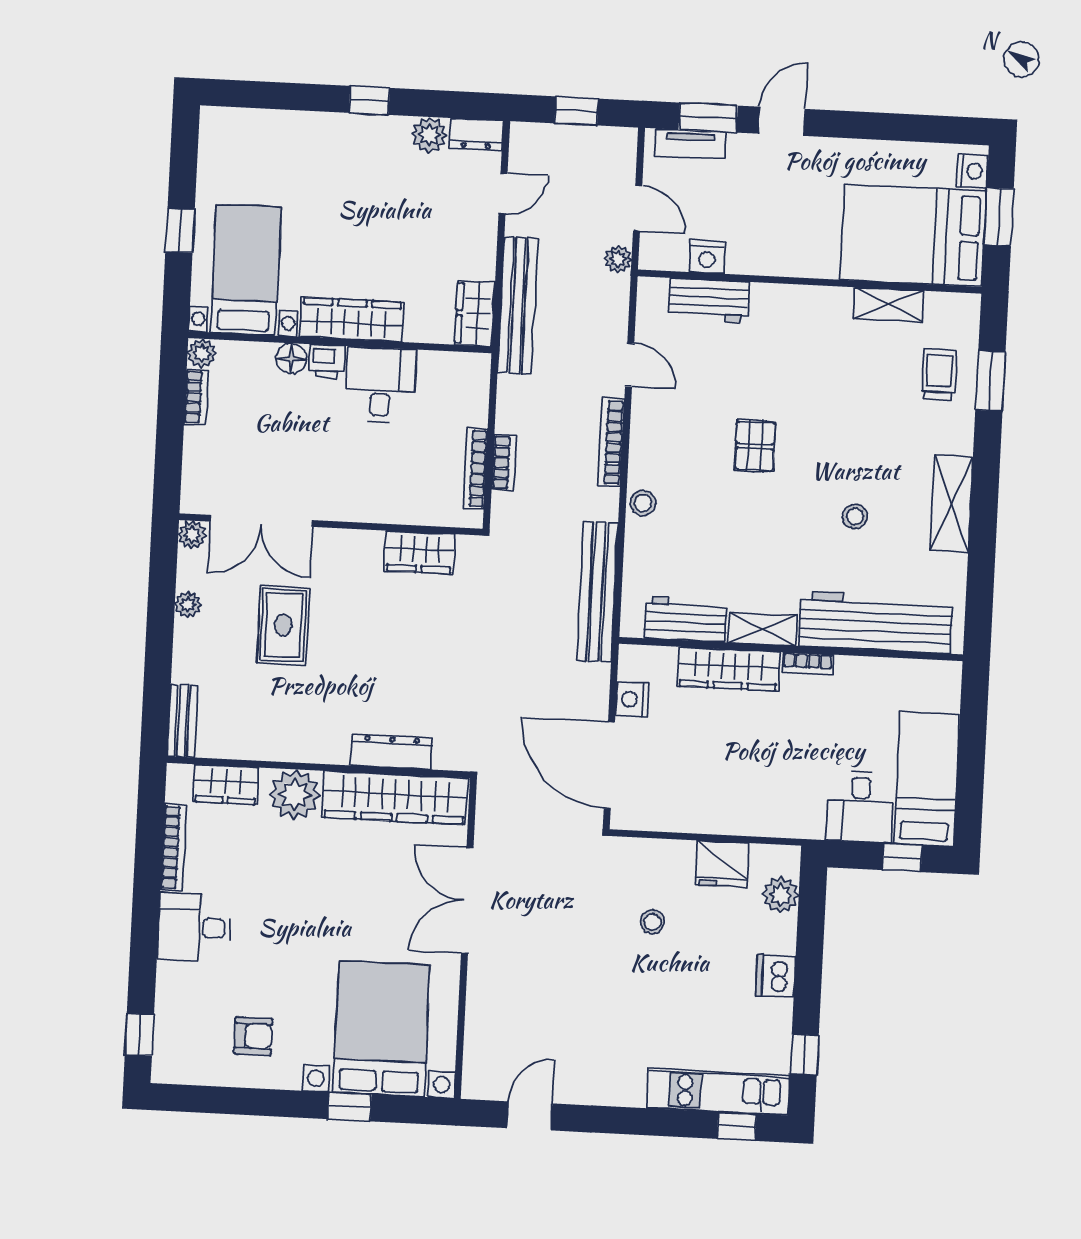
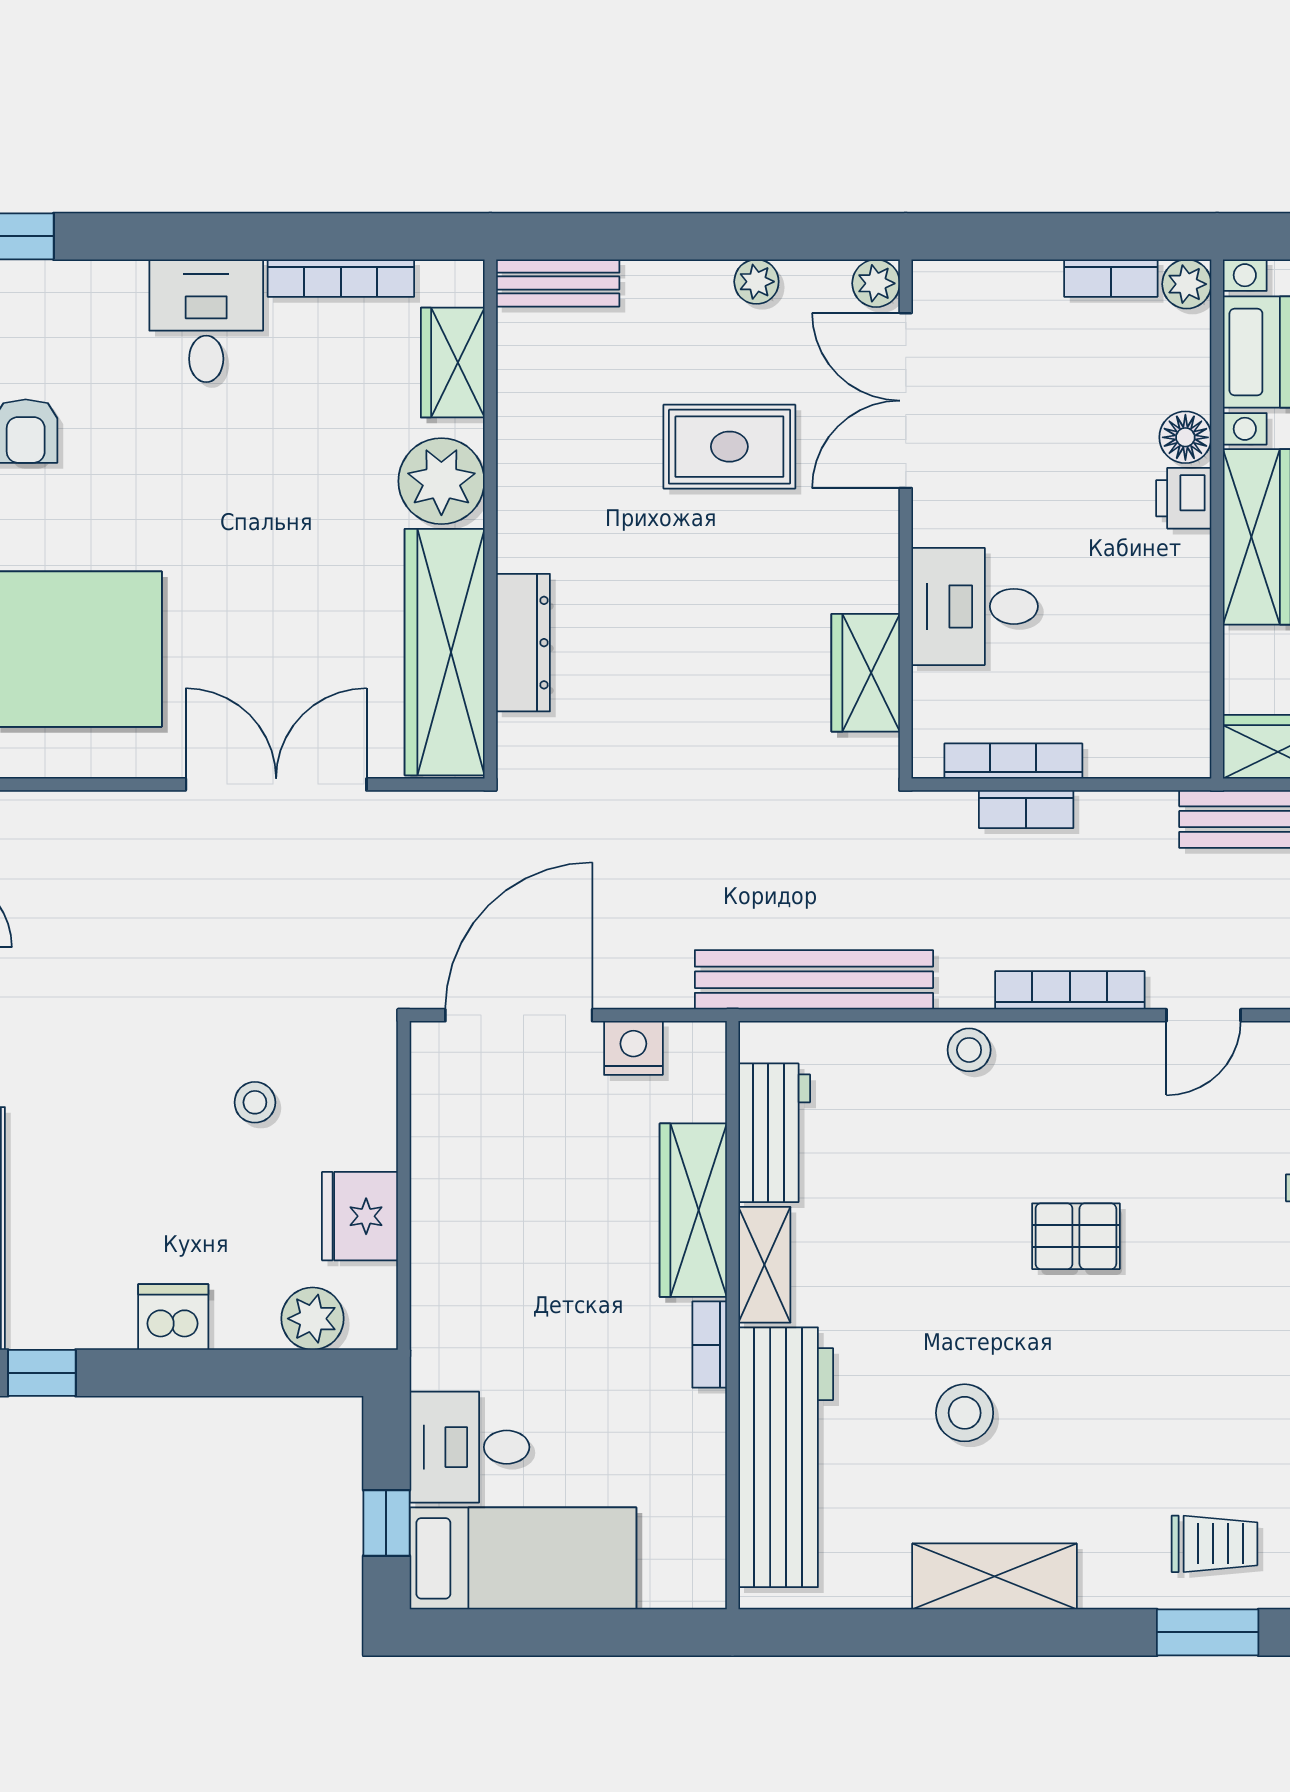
desk: (381, 385) -> (975, 606), moved, turned 180
stool: (855, 516) -> (965, 1413), width x1.37, depth x1.37

